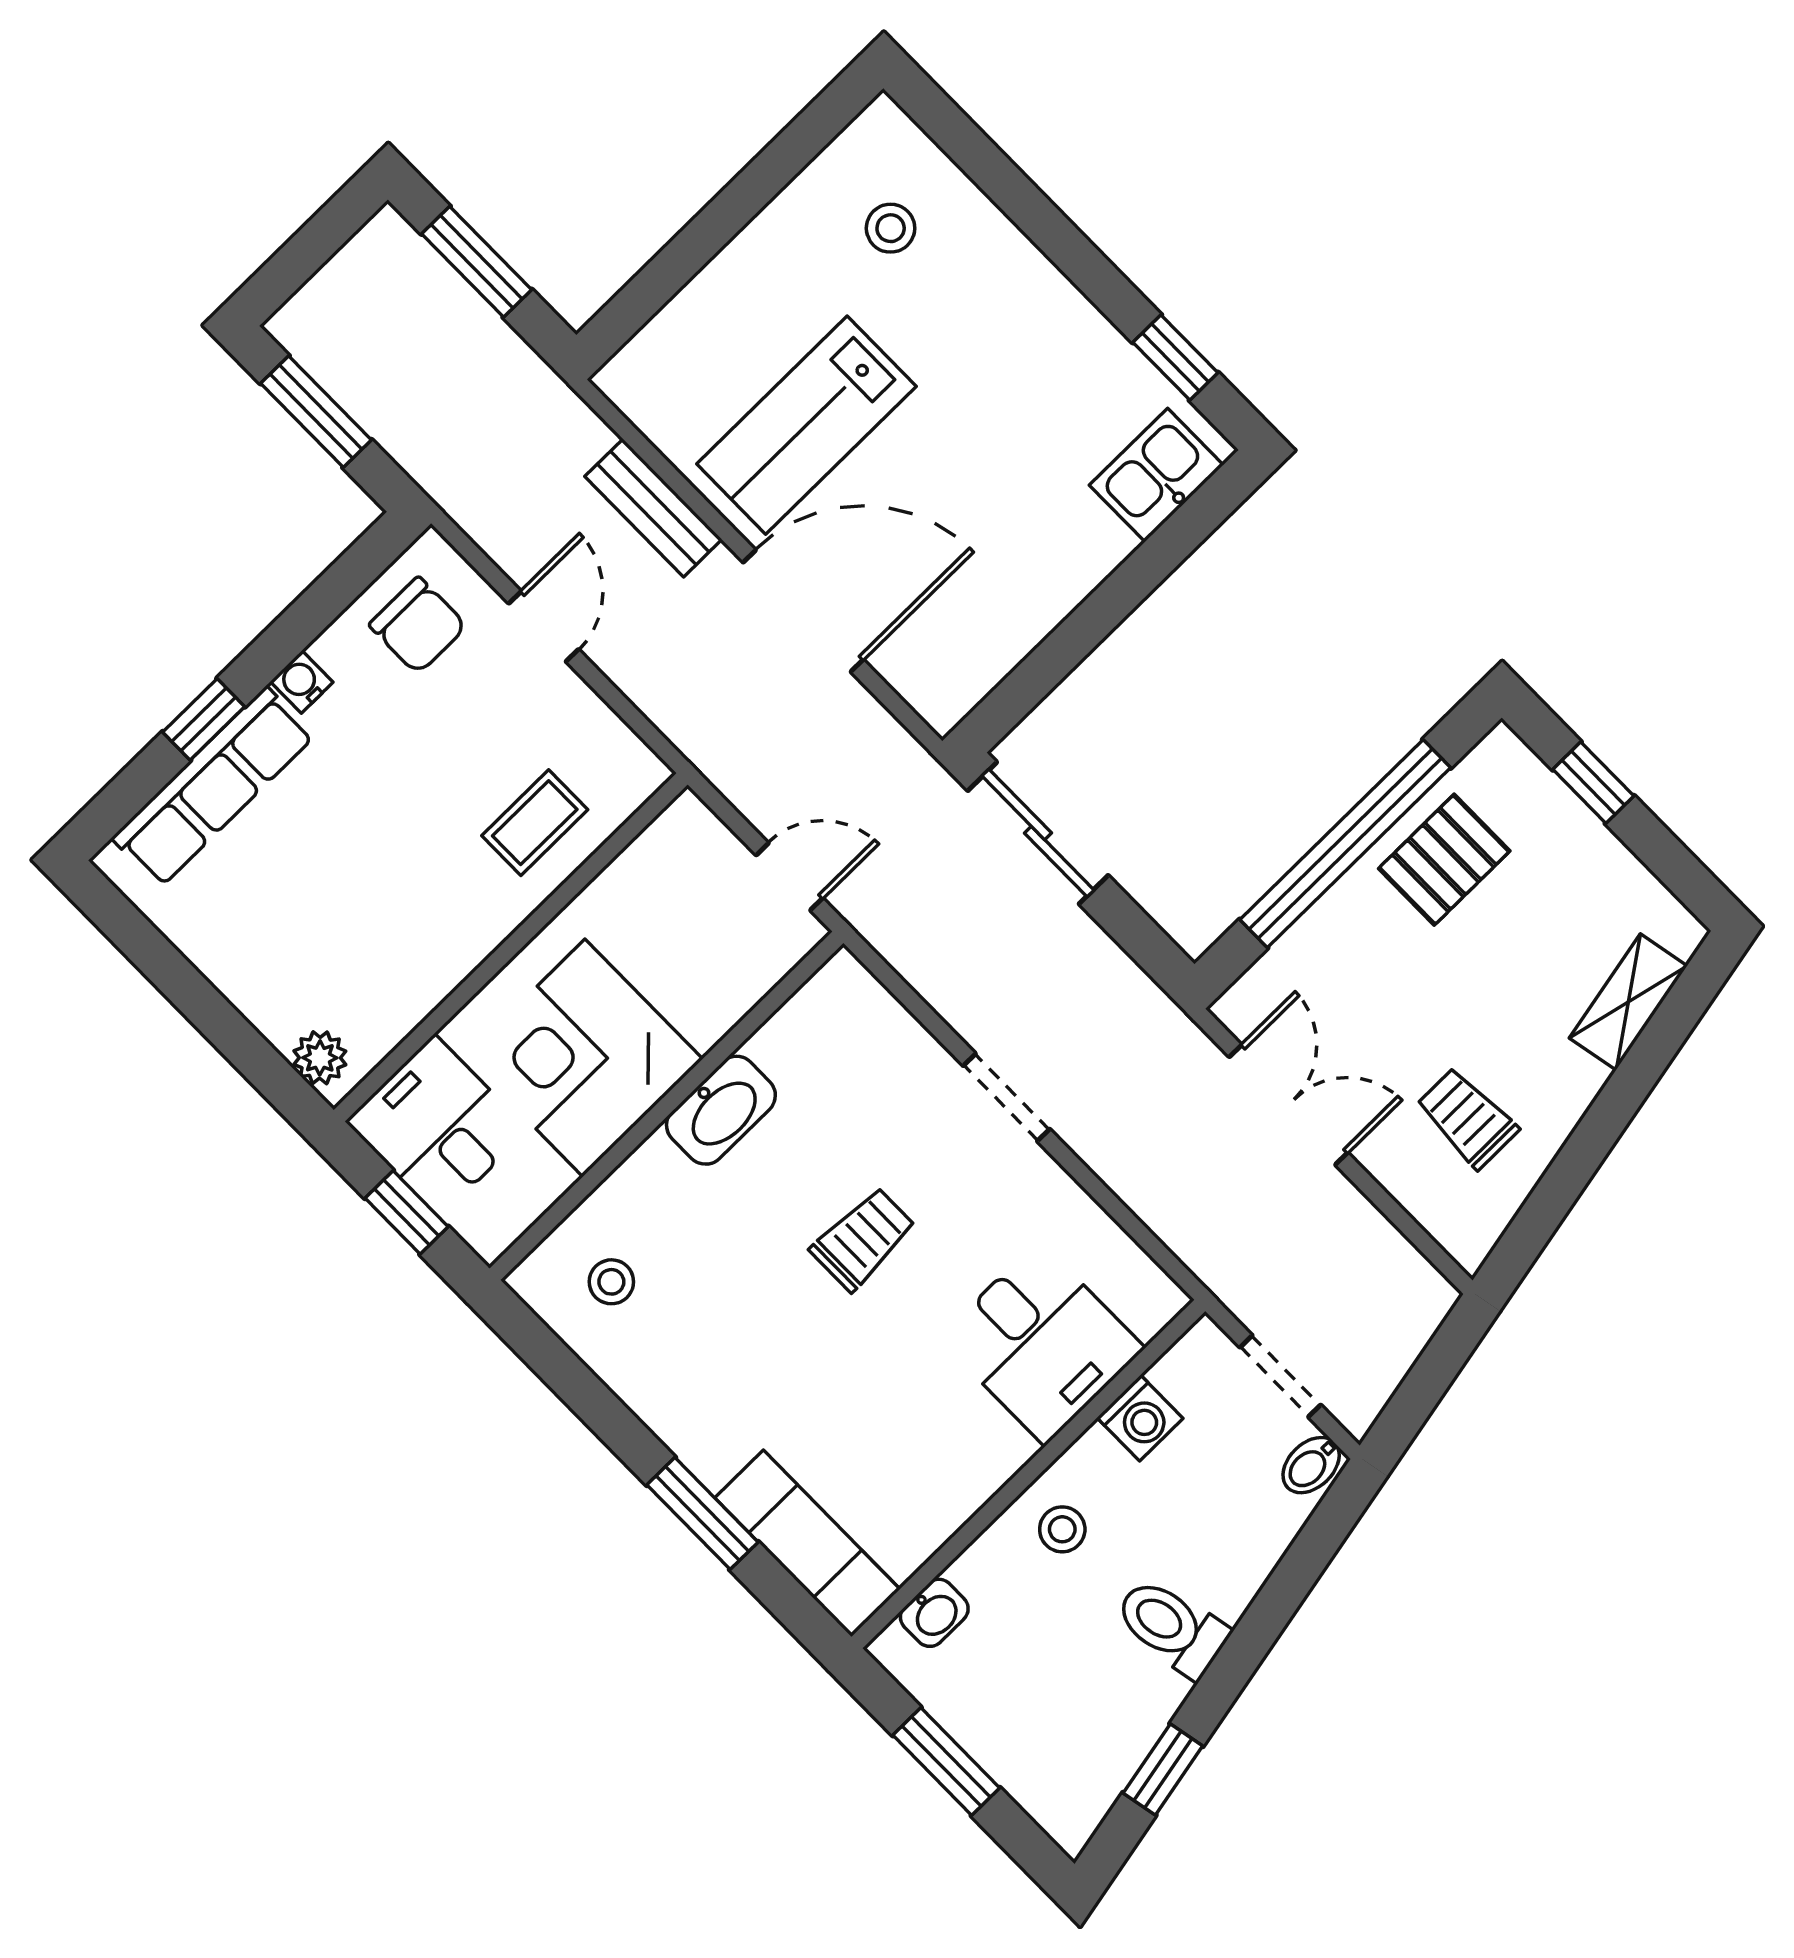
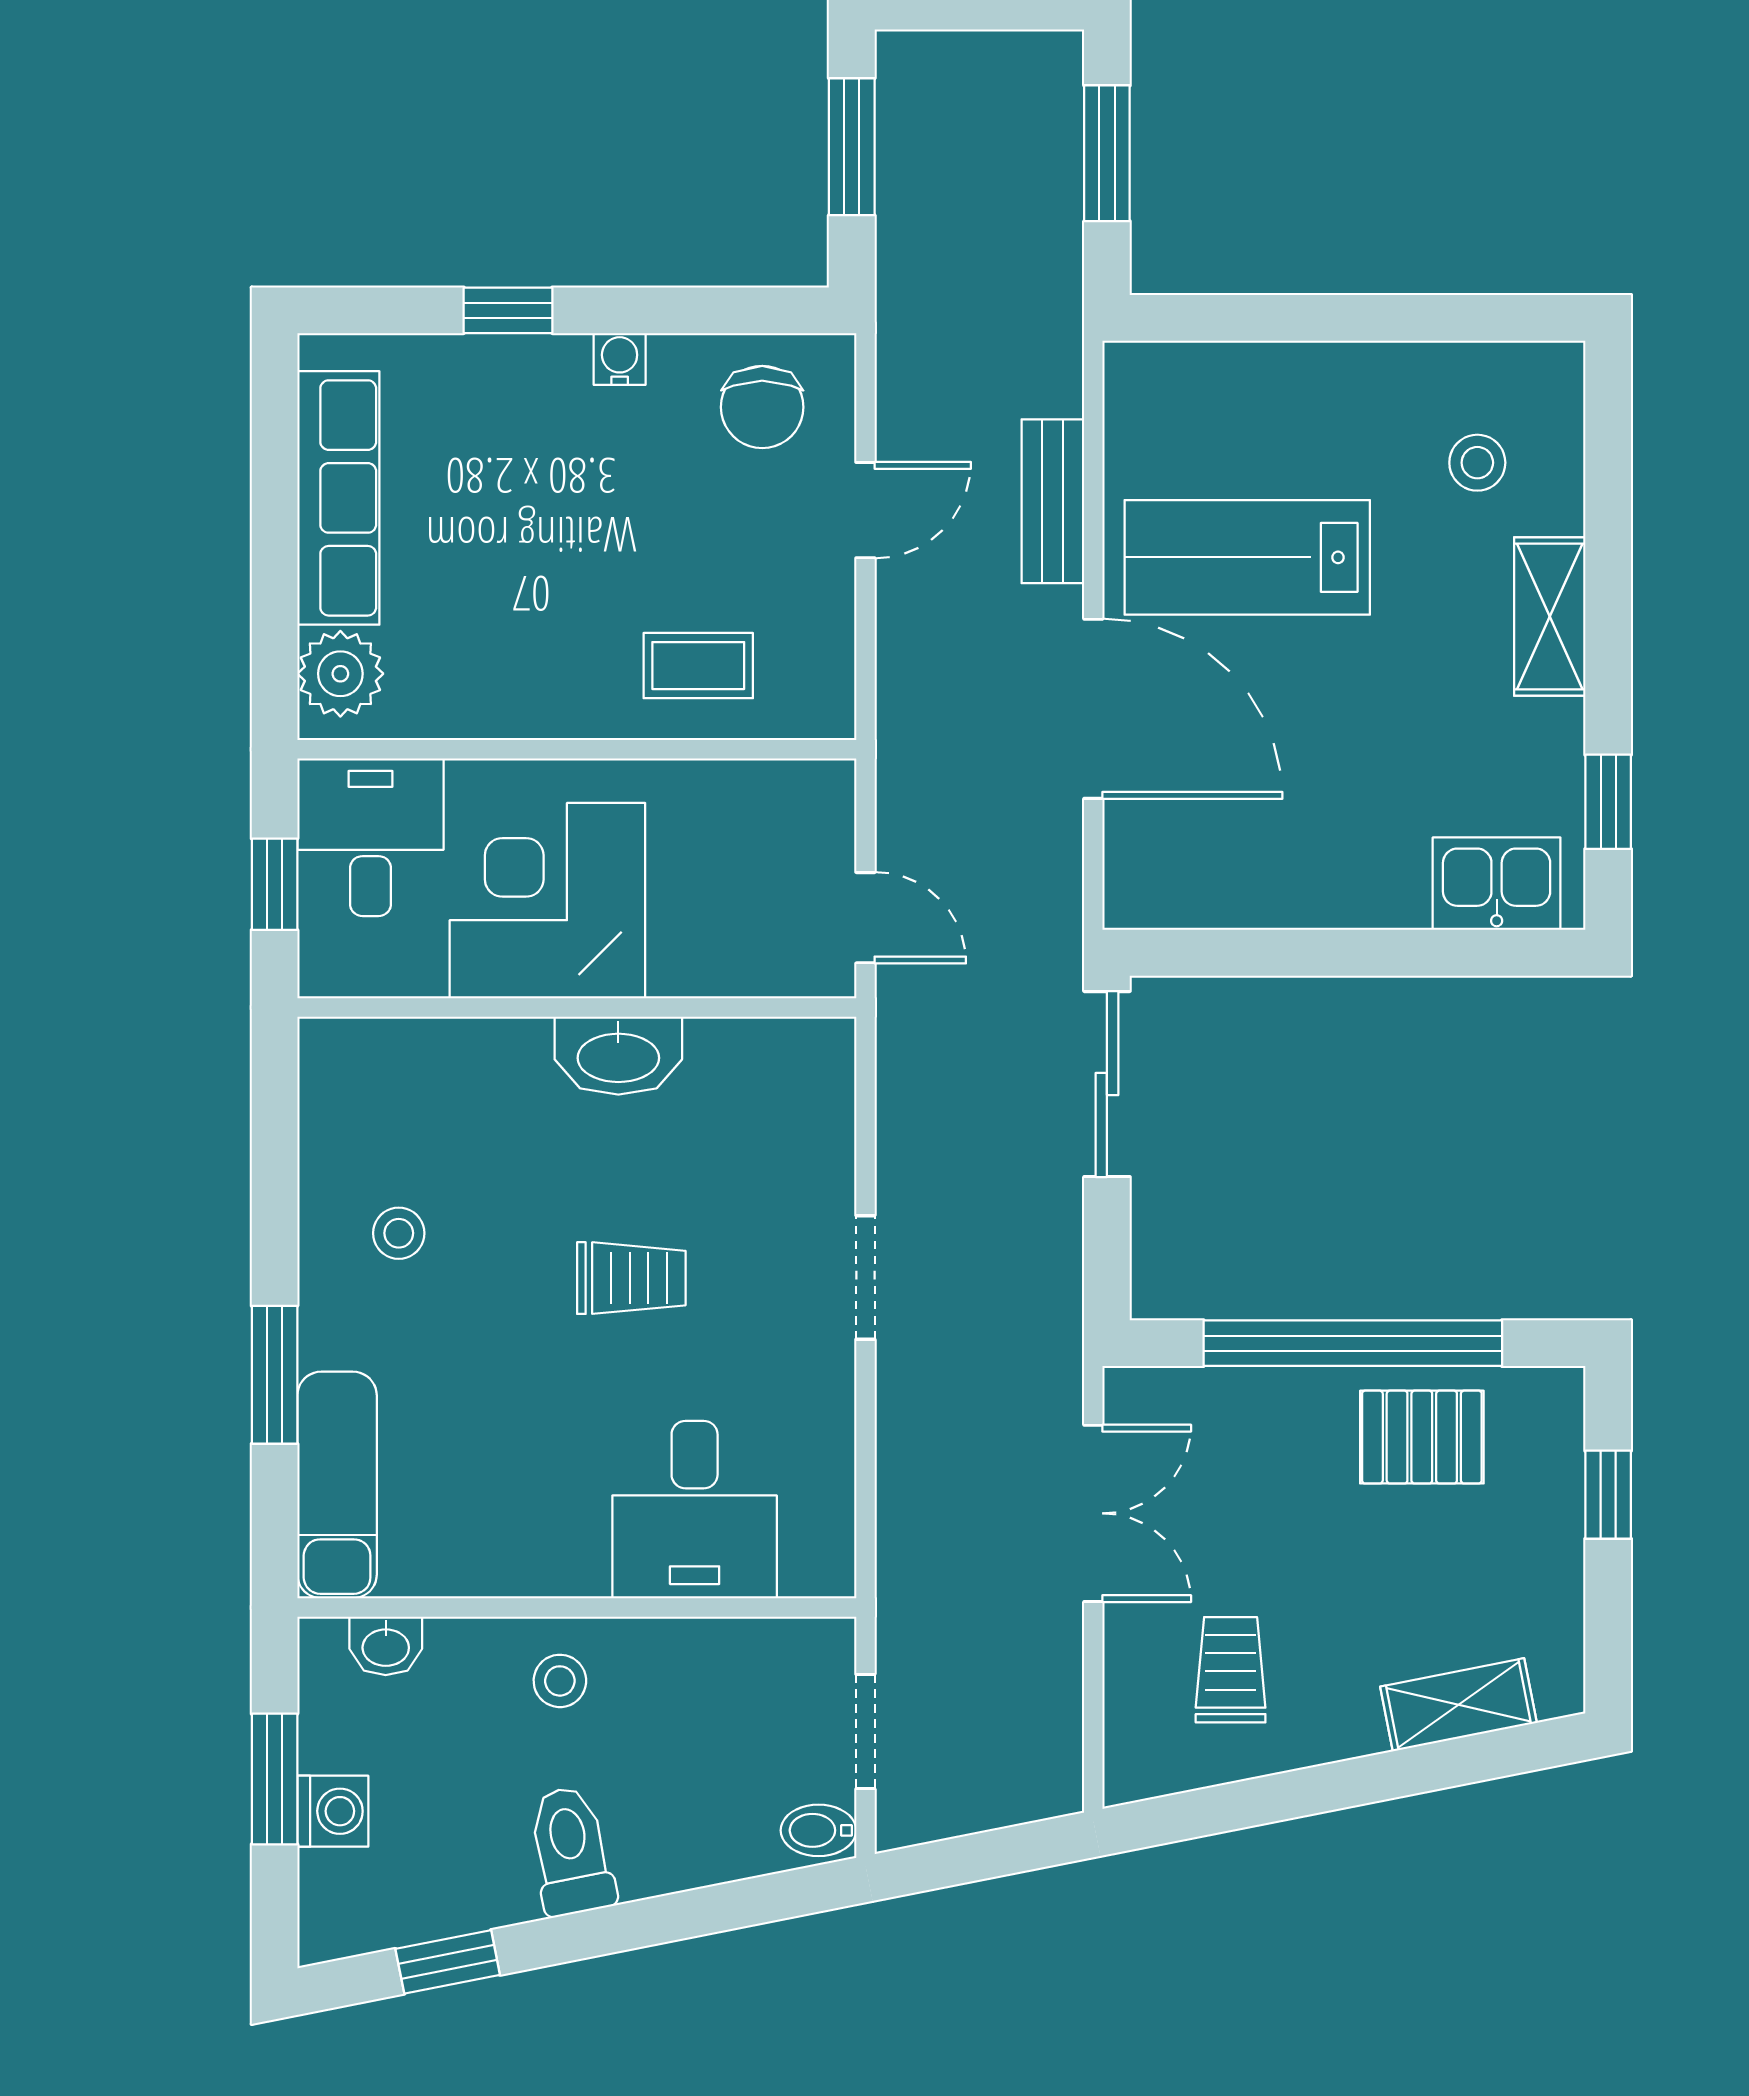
shelving: (1028, 279) -> (1550, 617), added
row of seats: (213, 787) -> (338, 498), moved, turned -90
plant: (320, 1058) -> (340, 674), width x1.38, depth x1.38
stool: (611, 1282) -> (399, 1233), moved
washing machine: (1140, 1418) -> (333, 1811), moved, turned -90

